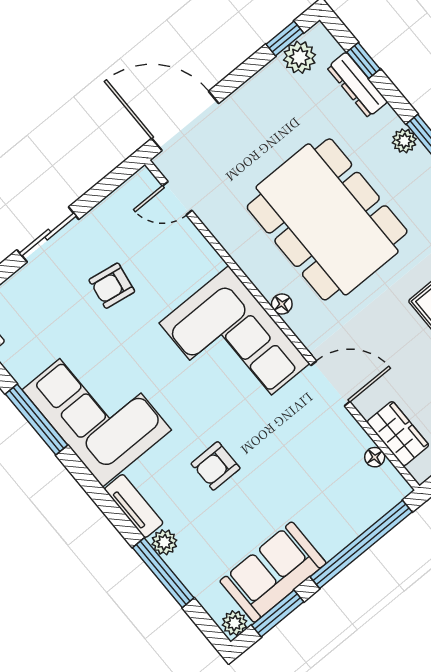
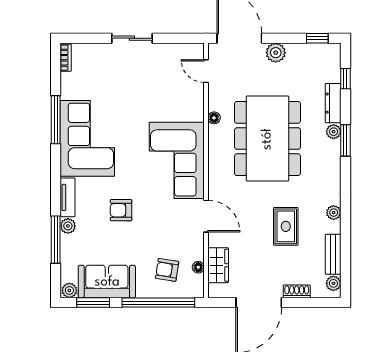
plant: (300, 57) -> (276, 53), moved
dresser: (357, 85) -> (333, 103), moved
armchair: (112, 286) -> (167, 270), moved
floor lamp: (282, 304) -> (214, 118), moved

